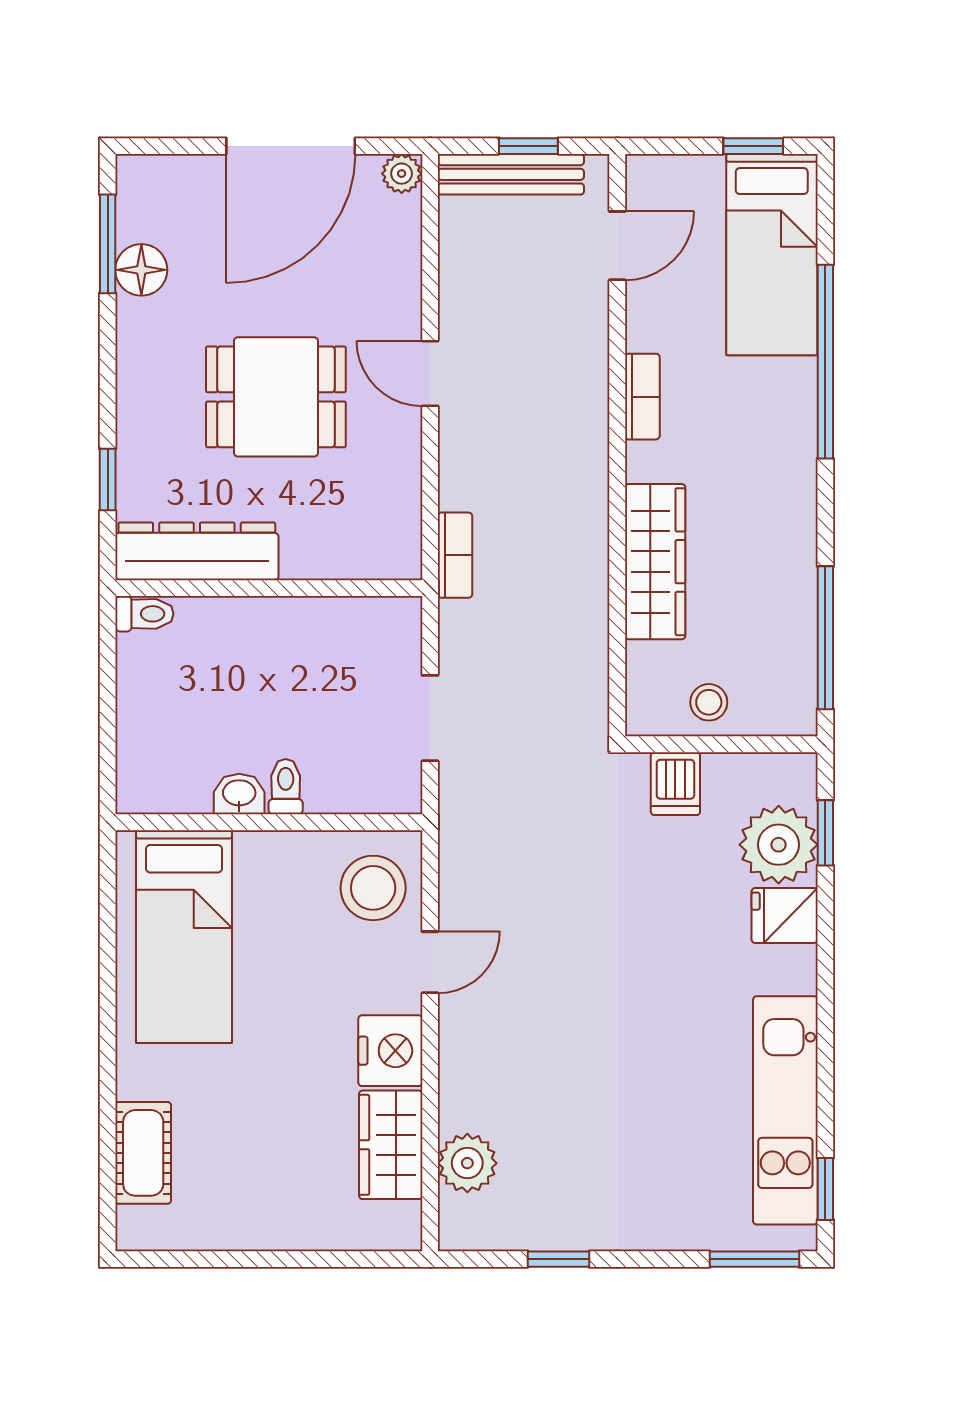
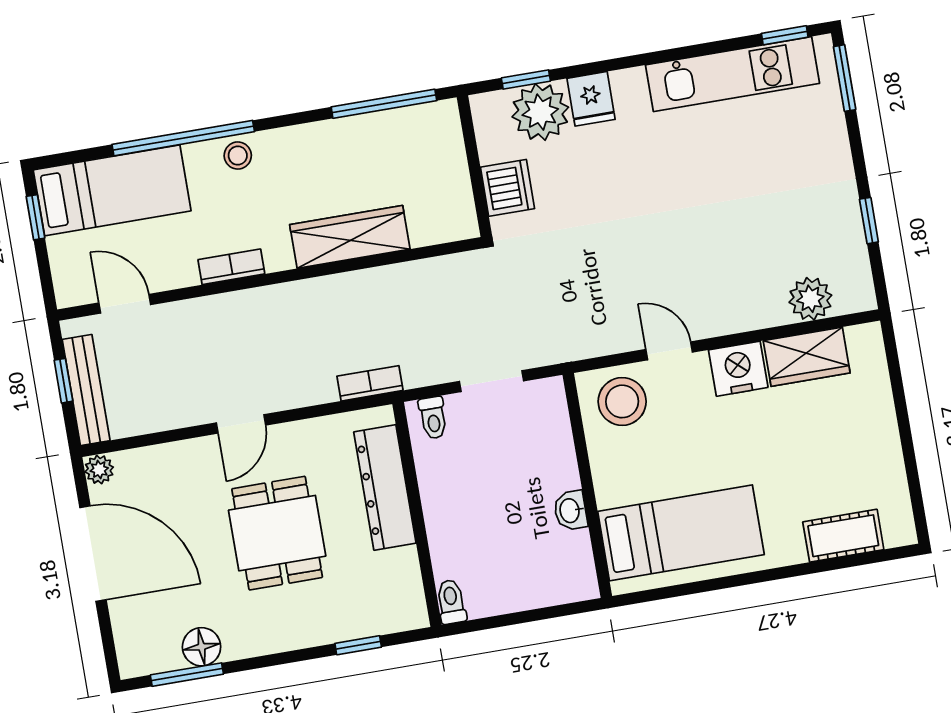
dresser: (197, 551) -> (385, 487), moved
stool: (709, 702) -> (238, 156), moved
dishwasher: (675, 784) -> (508, 188), width x1.38
toilet: (286, 787) -> (433, 418), moved, turned -90

